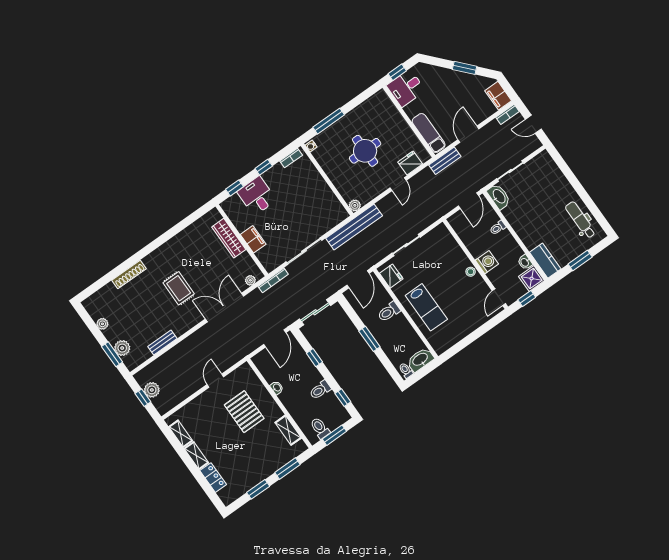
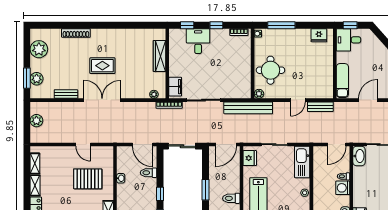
round table: (365, 151) -> (270, 70), moved
bench: (445, 161) -> (320, 107), moved
fridge: (410, 163) -> (319, 35), moved, turned 180
filing cabinet: (253, 239) -> (175, 87), moved
kitchen sink: (446, 243) -> (302, 162), added
washing machine: (487, 262) -> (343, 188), moved, turned 180
rug: (179, 288) -> (102, 66), turned 90
double door: (224, 307) -> (102, 100), moved
toilet: (389, 312) -> (231, 198), moved
plant: (102, 324) -> (39, 49), width x1.87, depth x1.87
door: (275, 338) -> (143, 145), hinge flipped
window: (314, 358) -> (160, 194), moved
door: (215, 381) -> (83, 145), swing flipped
toilet: (320, 390) -> (149, 173), moved
window: (143, 398) -> (27, 122), removed
pallet: (244, 412) -> (88, 179), turned 90

